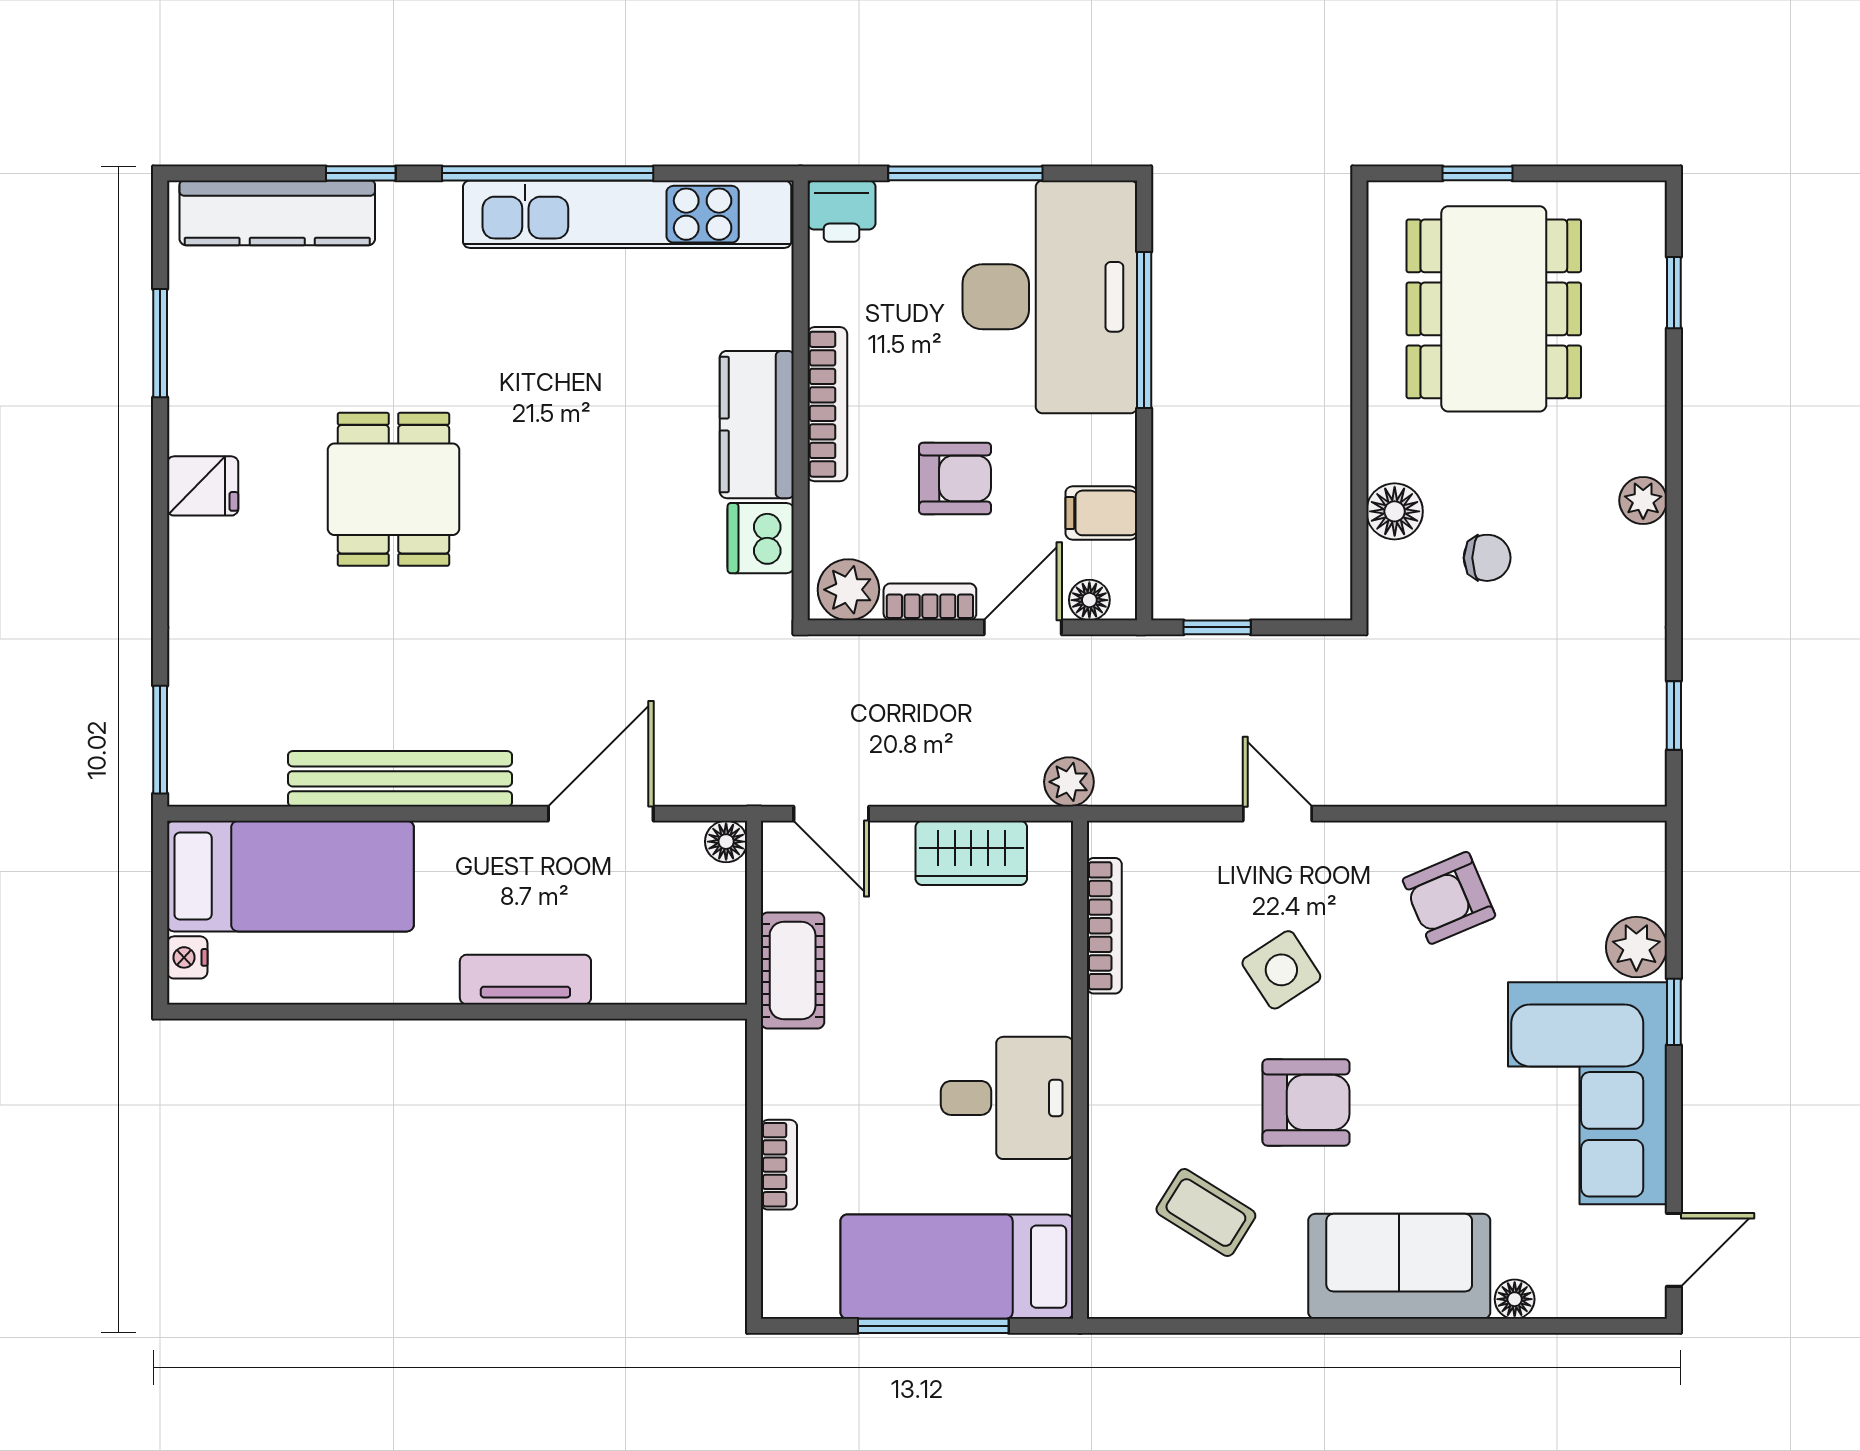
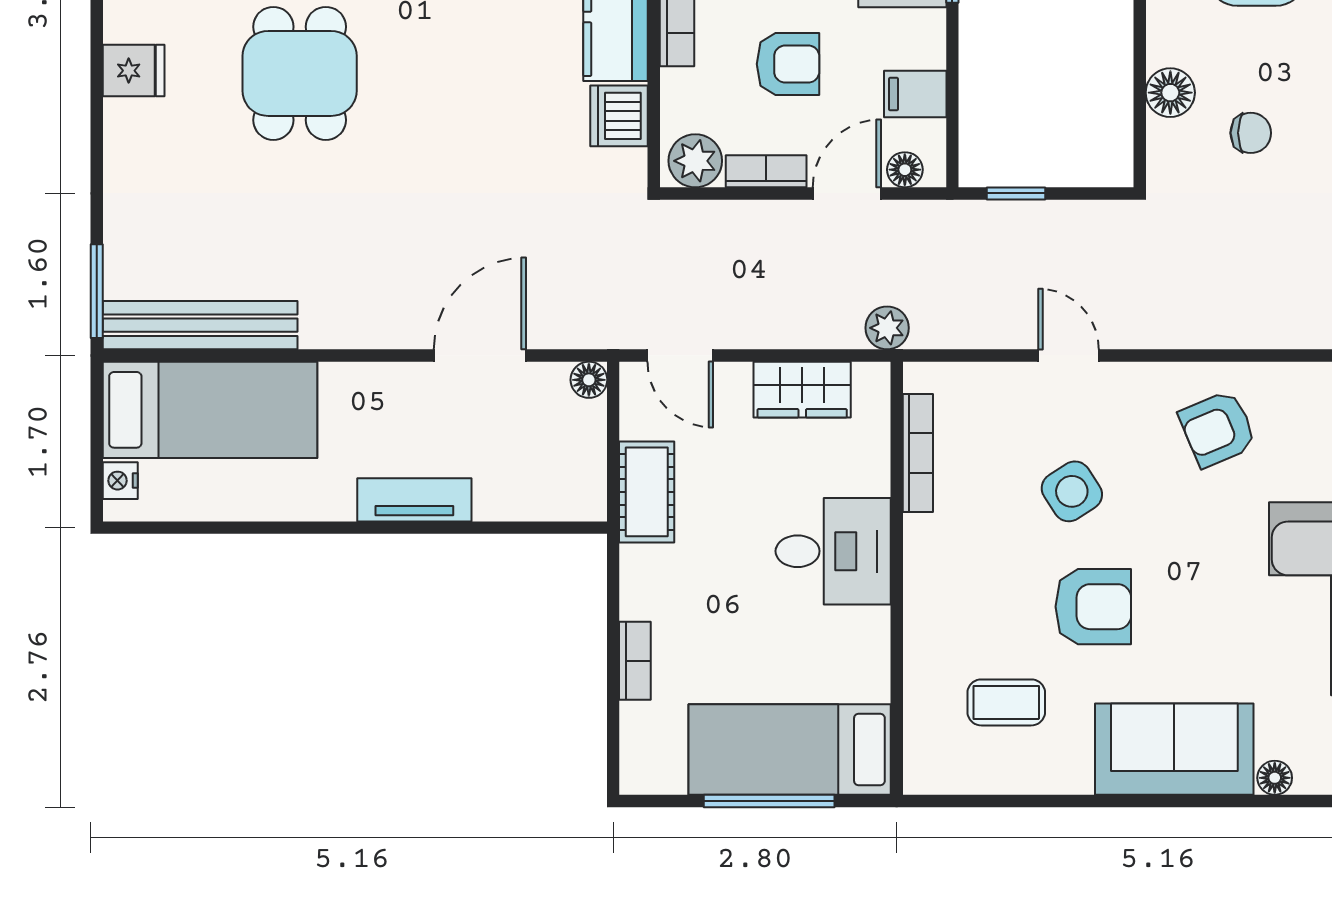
bench: (400, 779) -> (200, 325), moved
desk: (1007, 1098) -> (833, 551), moved
coffee table: (1206, 1213) -> (1006, 702), turned -32

